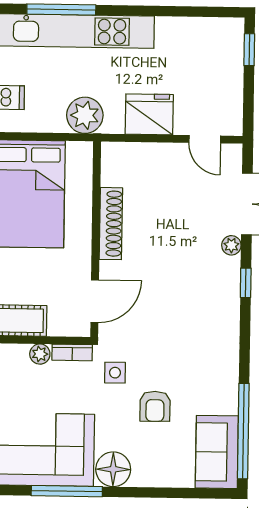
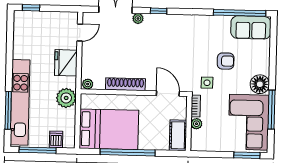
plant: (111, 154) -> (88, 84), added

